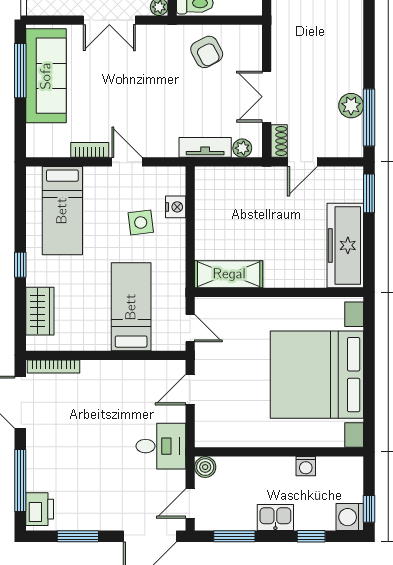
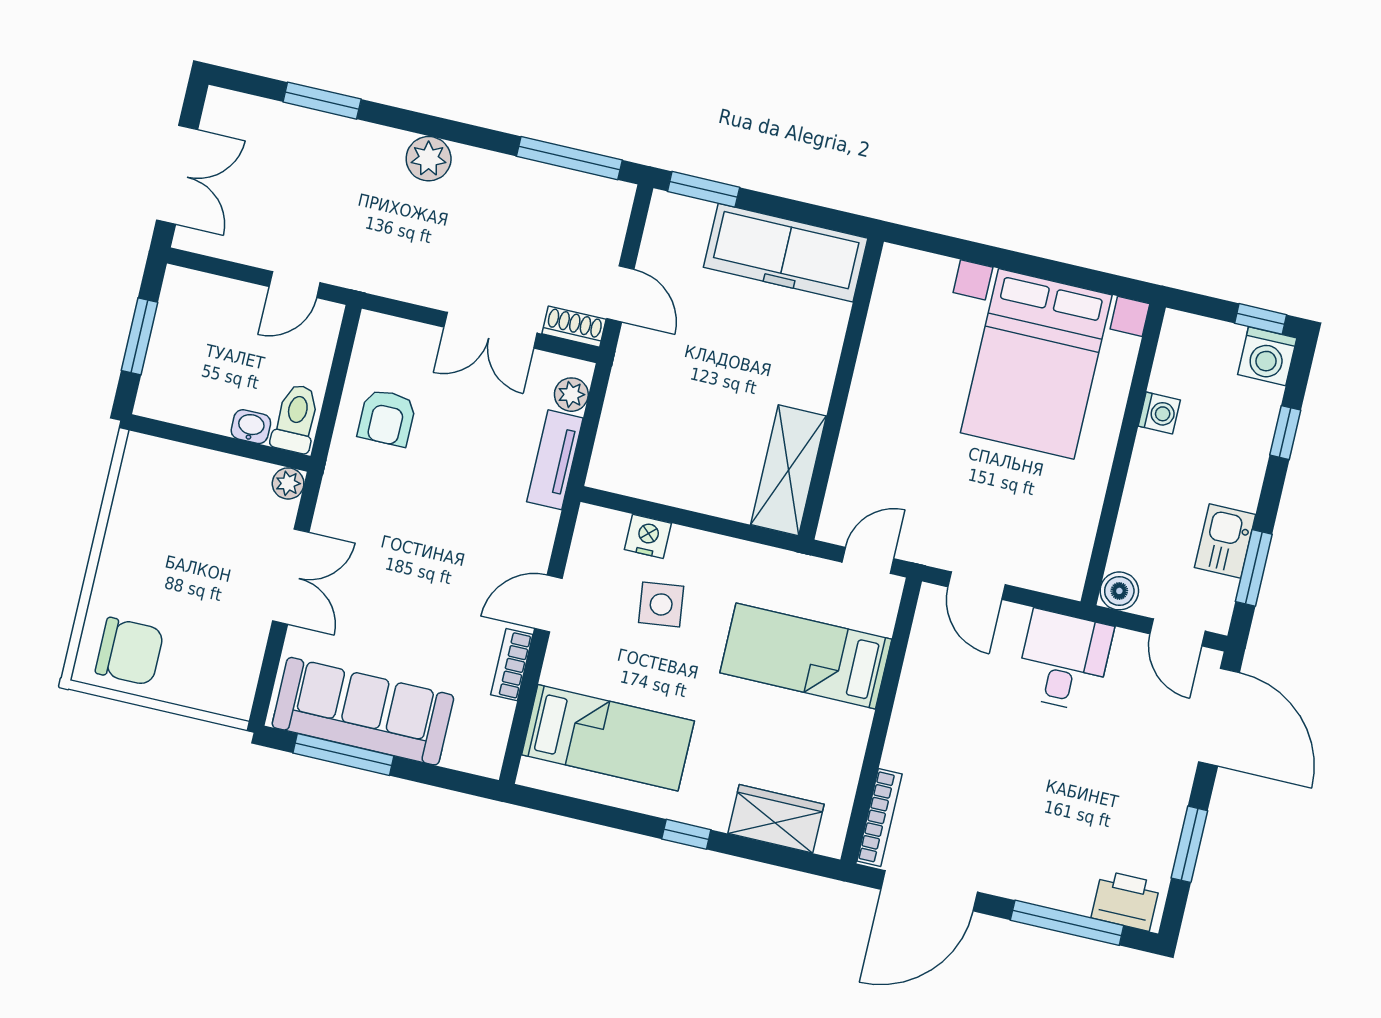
armchair: (207, 52) -> (387, 418), turned 118
plant: (351, 106) -> (429, 159), moved
bed with nightstands: (317, 375) -> (1036, 364), width x0.73
kitchen sink: (275, 518) -> (1225, 541), moved

